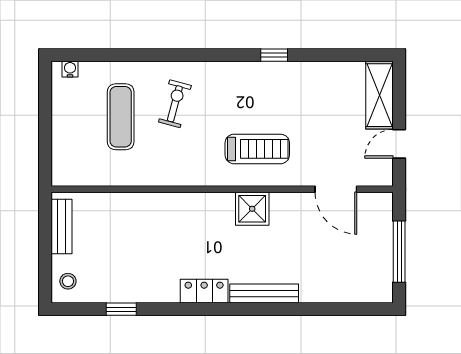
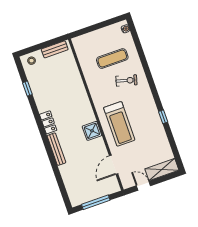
treadmill: (257, 149) -> (119, 124), width x1.37, depth x1.37

